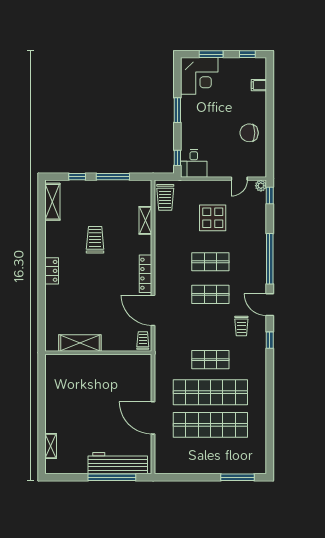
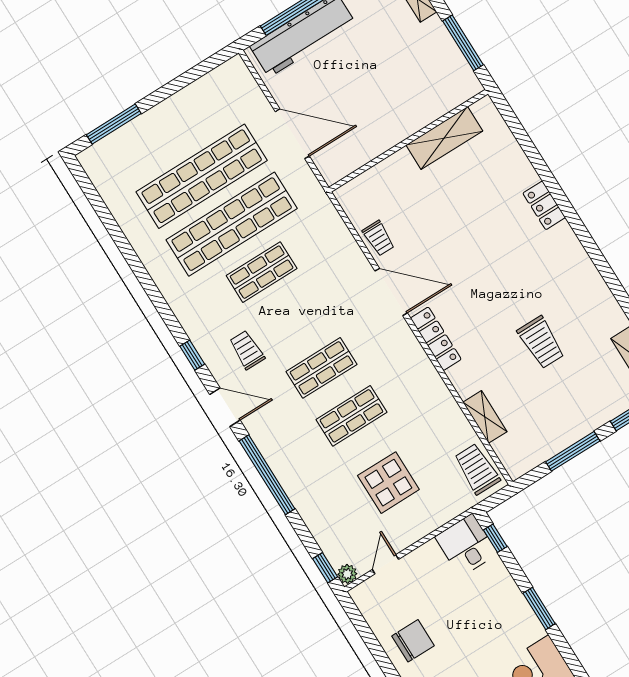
locker: (52, 271) -> (544, 205), moved
shelving: (80, 343) -> (444, 138), moved
wall: (98, 353) -> (408, 141), moved
window: (42, 410) -> (463, 43), added

